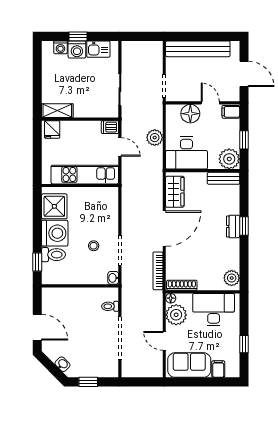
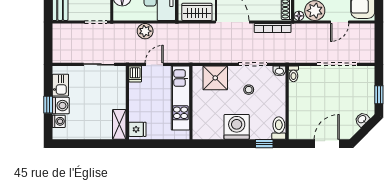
shower: (54, 206) -> (215, 78), moved
toilet: (54, 255) -> (279, 128), moved
toilet: (110, 306) -> (293, 74), moved

